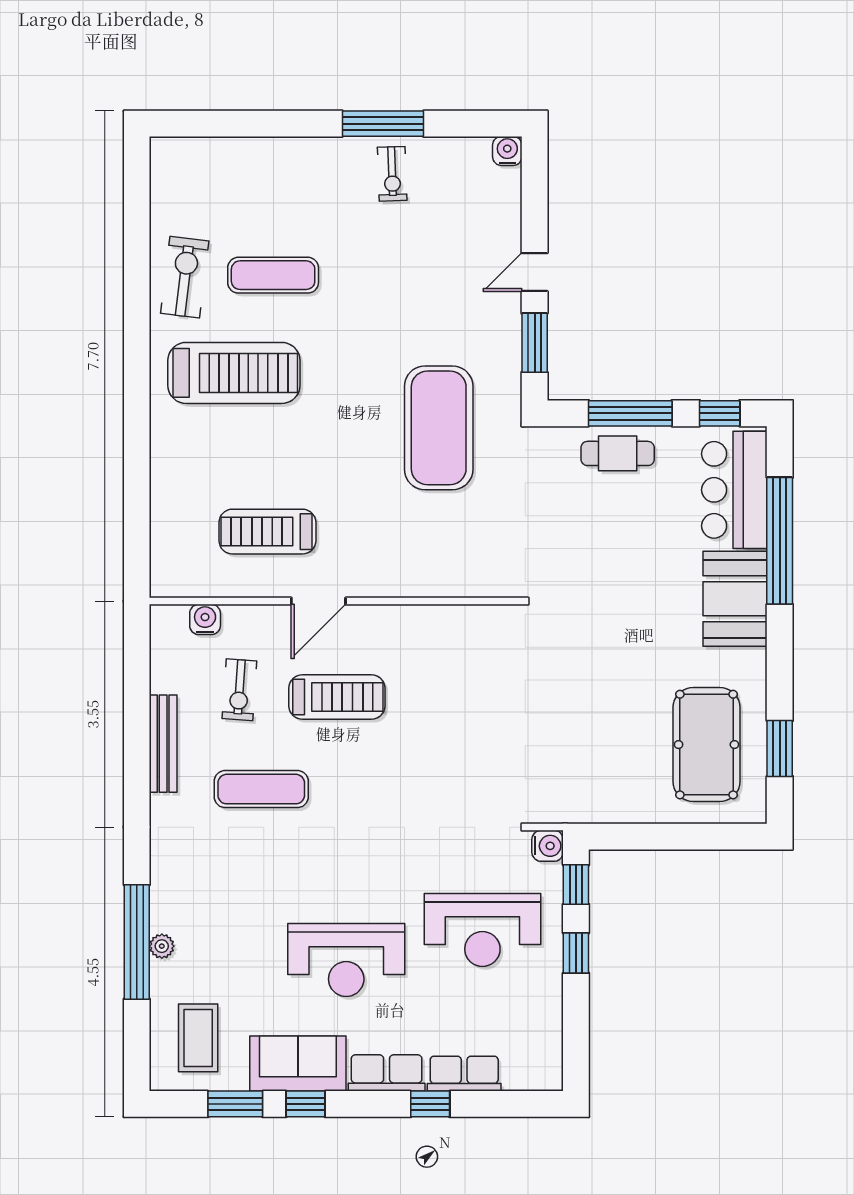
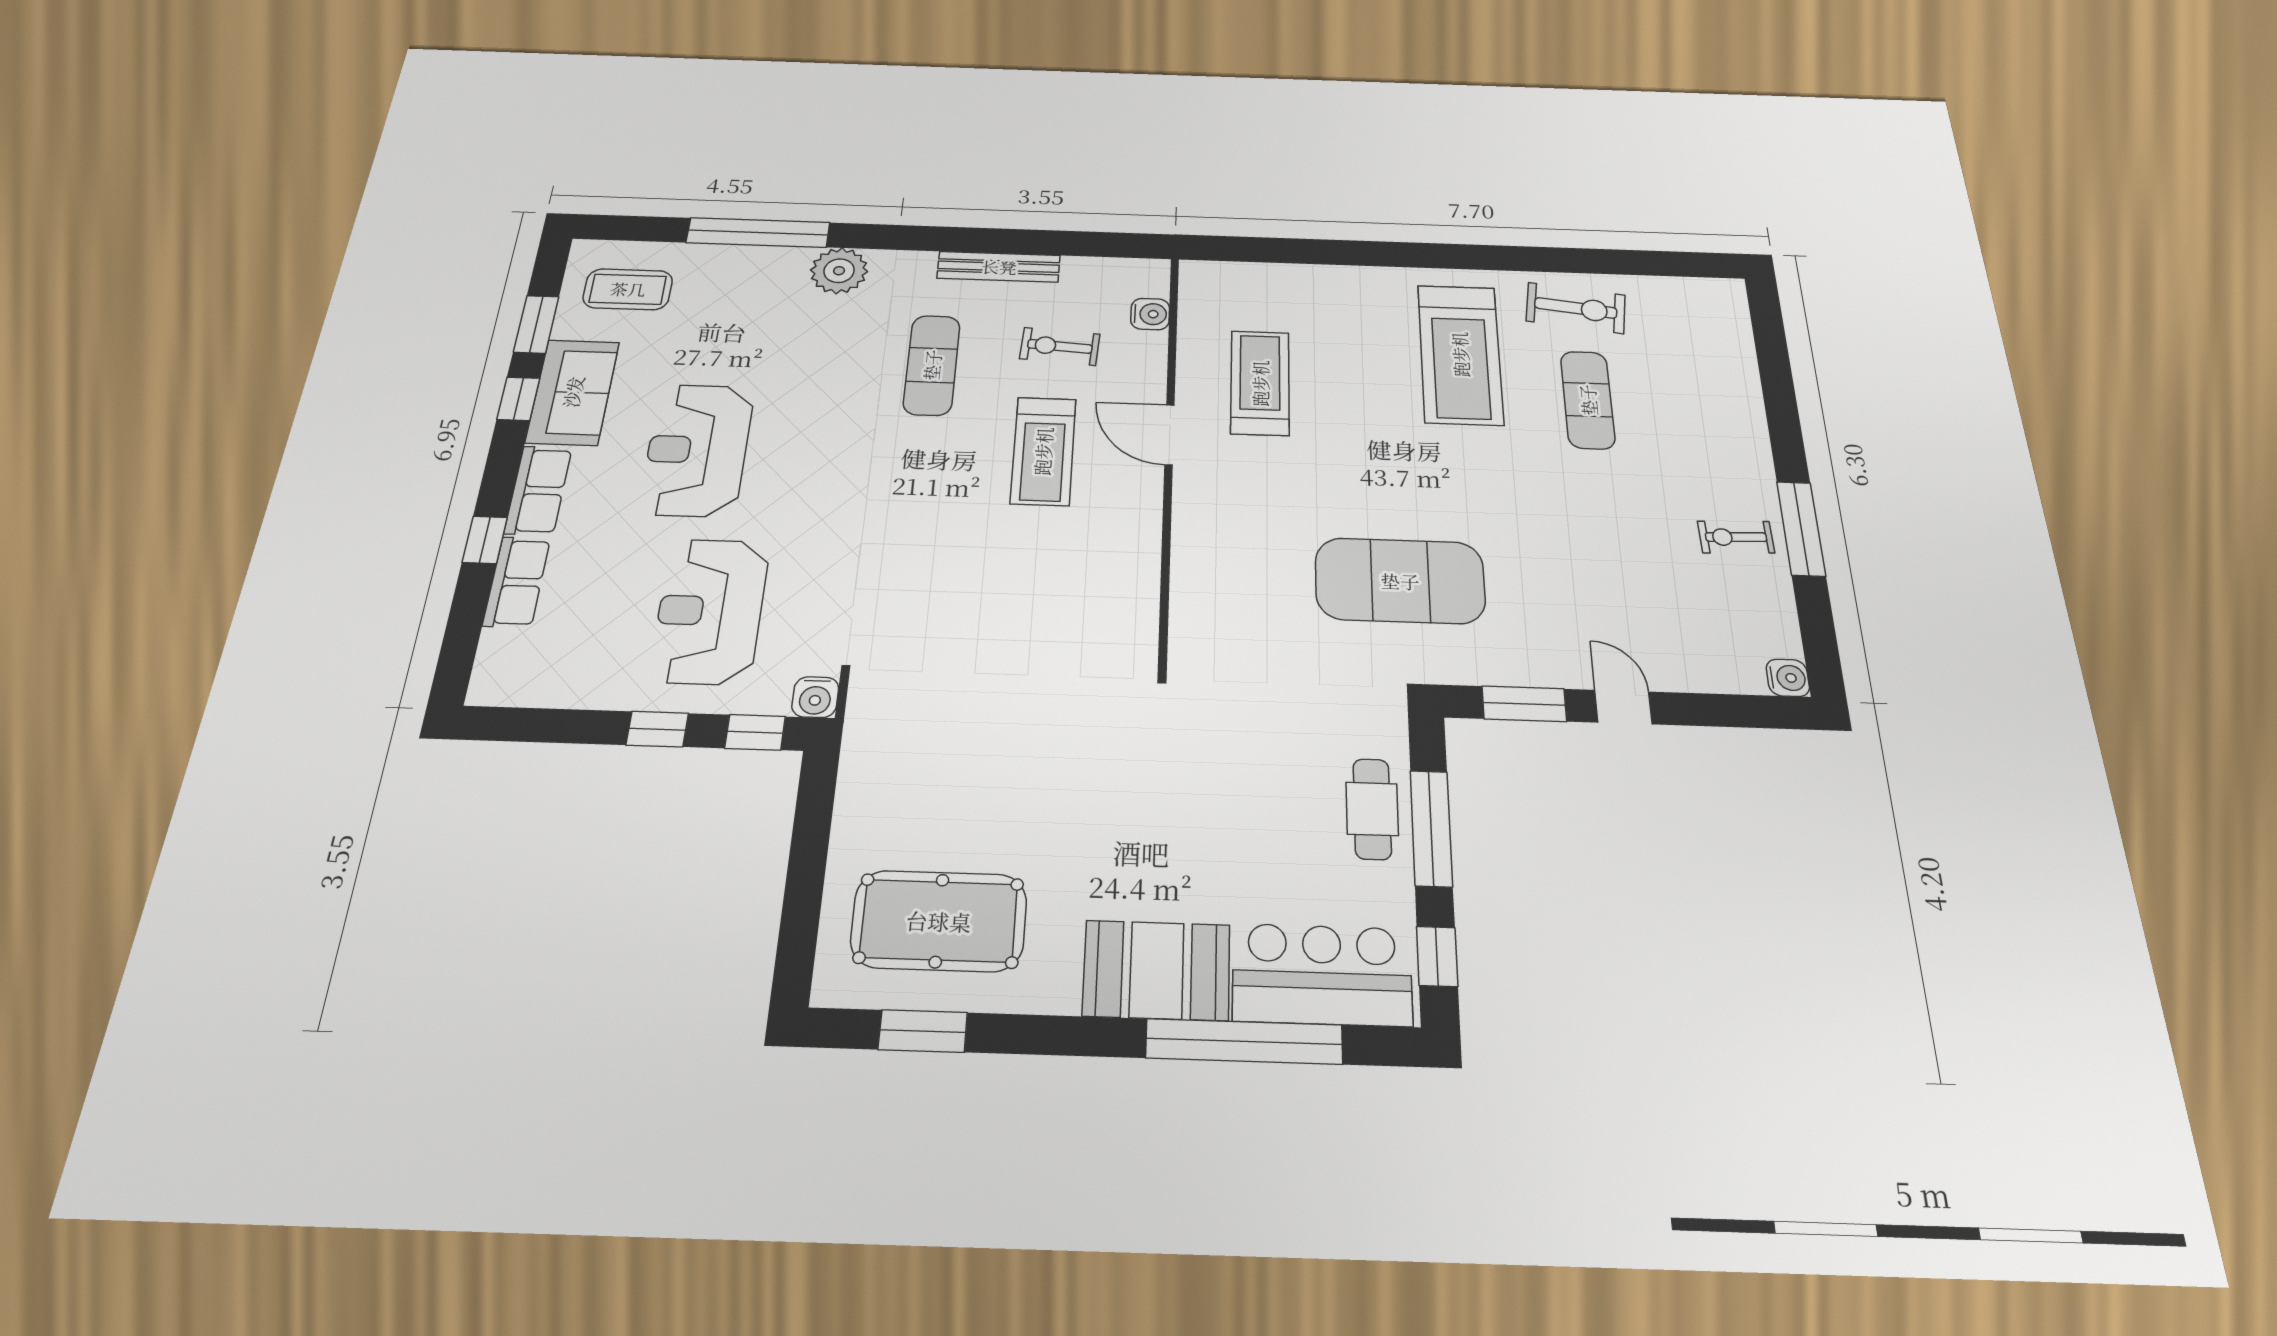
plant: (162, 946) -> (839, 271), moved, width x1.88, depth x1.88

